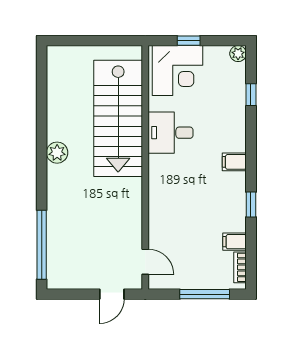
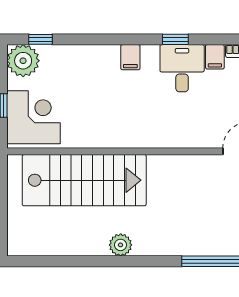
plant: (238, 54) -> (23, 61), width x1.87, depth x1.87
window: (251, 95) -> (41, 39), moved
desk: (171, 133) -> (182, 68), moved, turned 180

